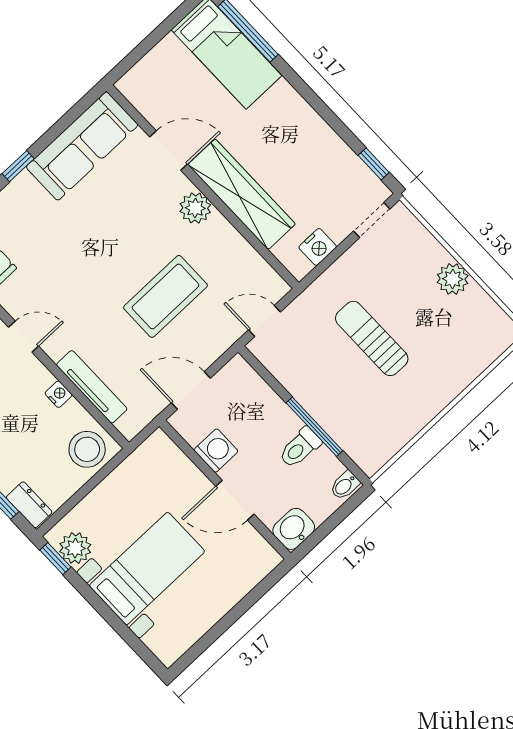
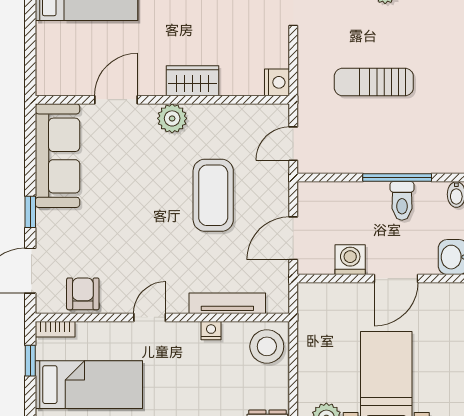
wardrobe: (242, 194) -> (193, 81), width x0.48, depth x0.85
nightstand: (318, 247) -> (277, 82), moved

